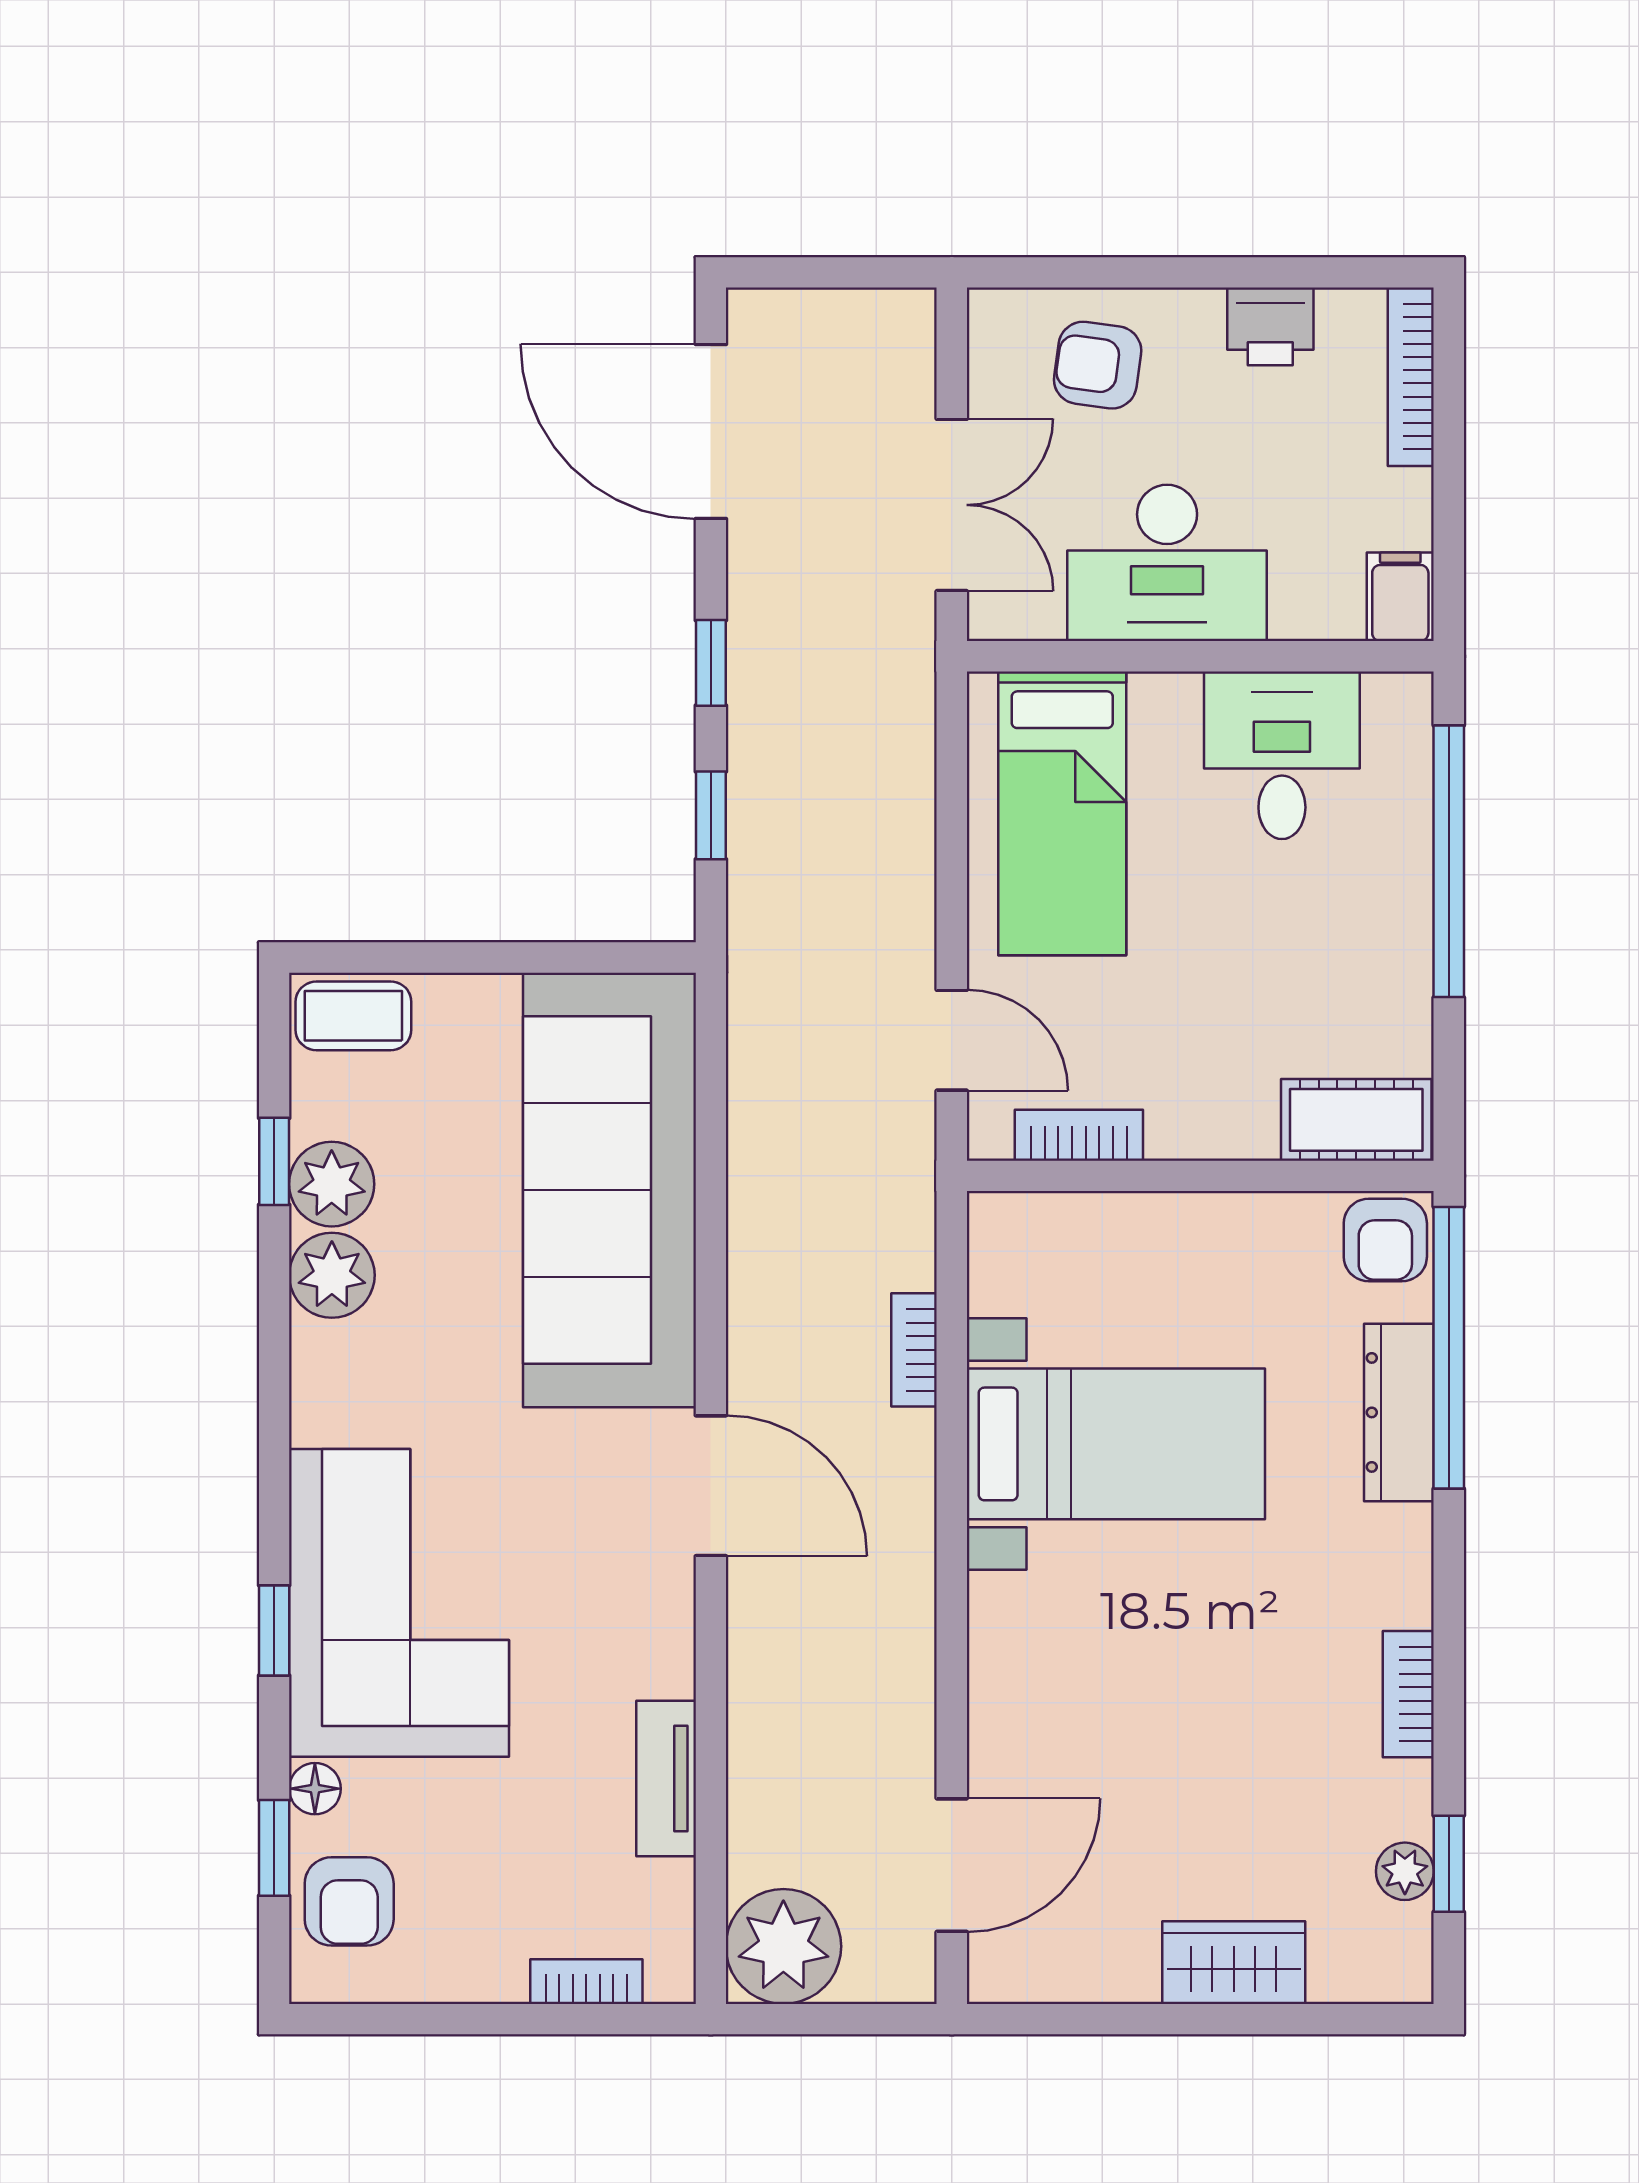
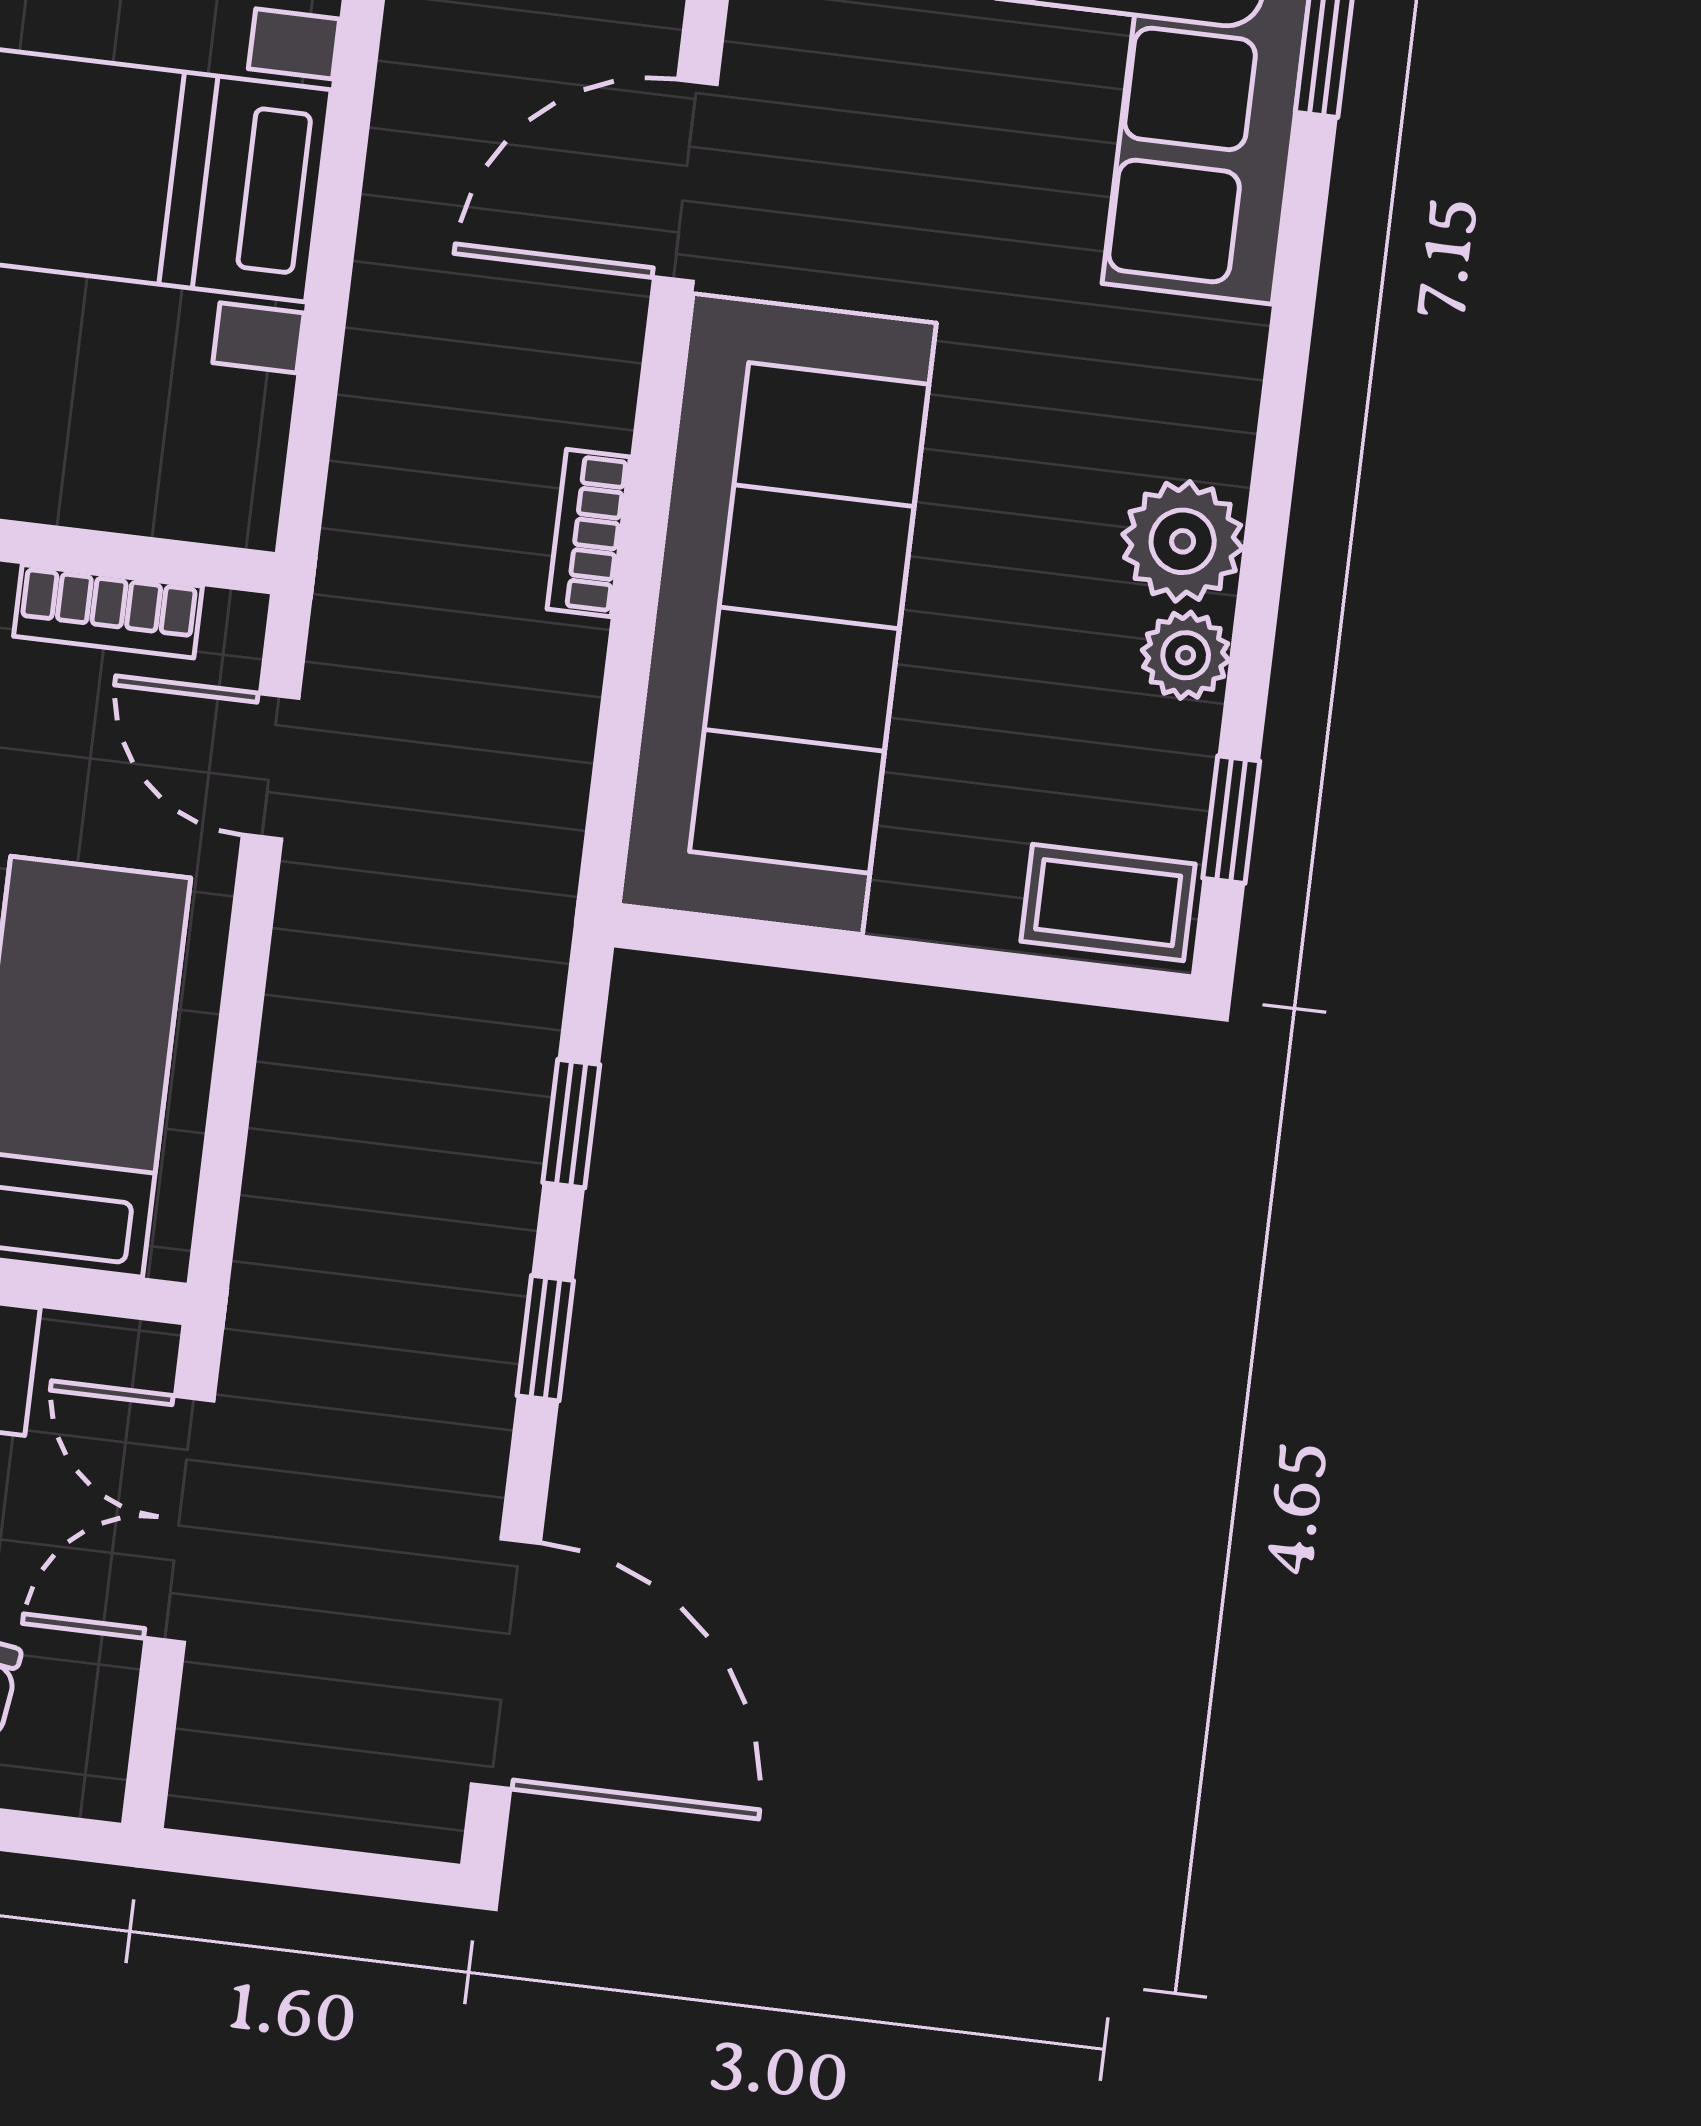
window: (274, 1161) -> (1231, 820), moved
plant: (332, 1184) -> (1186, 655), width x0.73, depth x0.73
bookcase: (914, 1350) -> (589, 533), moved, turned 180
door: (711, 1486) -> (685, 181), hinge flipped

